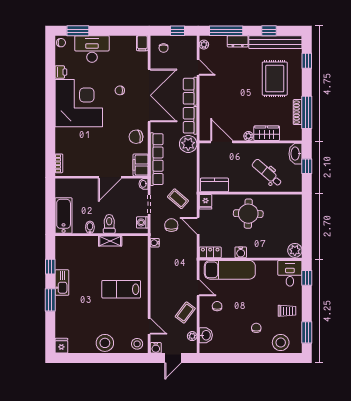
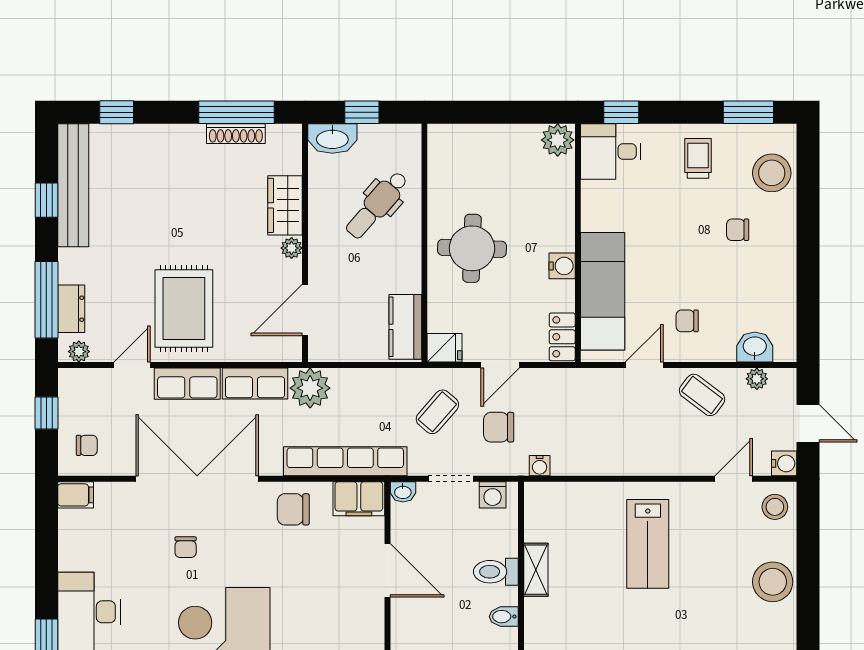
dresser: (238, 41) -> (71, 309), moved
rug: (275, 79) -> (184, 308), moved, turned 90
chair: (136, 137) -> (293, 509), turned 99

